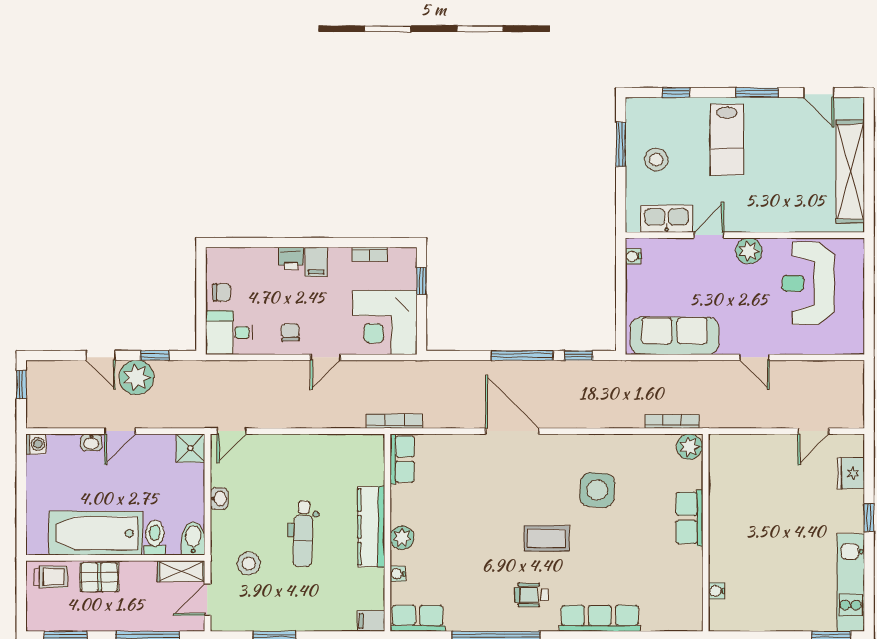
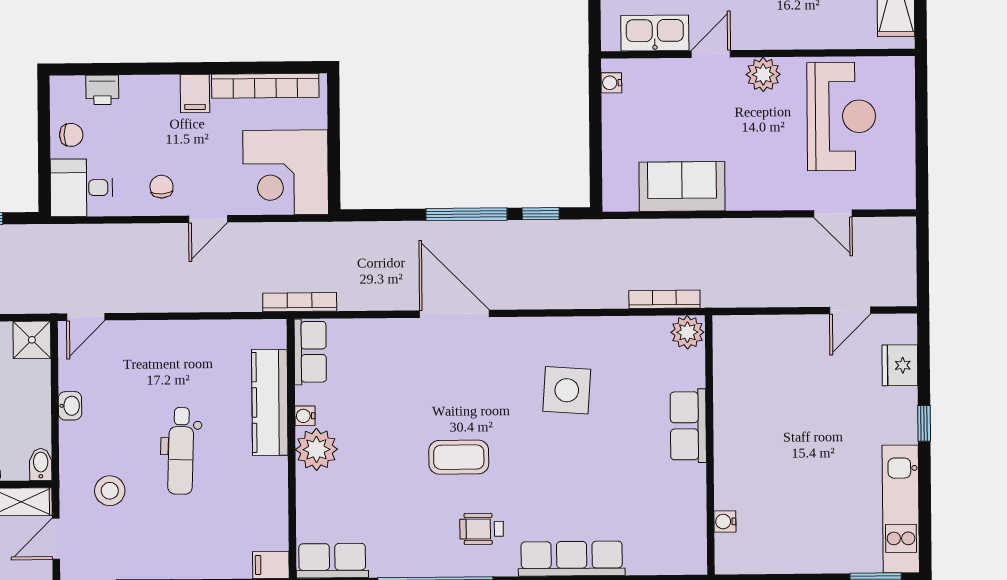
bookcase: (370, 254) -> (265, 86), width x2.31, depth x1.31
printer: (291, 258) -> (102, 90), moved
window: (422, 281) -> (334, 118), removed
reception desk: (808, 283) -> (841, 116), turned 180
sofa: (675, 336) -> (682, 186), width x0.73
door: (755, 357) -> (833, 214), moved
kitchen counter: (371, 527) -> (270, 402), moved
bidet: (193, 538) -> (41, 464), width x0.72, depth x0.74
plant: (402, 538) -> (316, 449), width x1.36, depth x1.36
coffee table: (547, 538) -> (459, 457), moved
water cooler: (398, 574) -> (305, 416), moved

